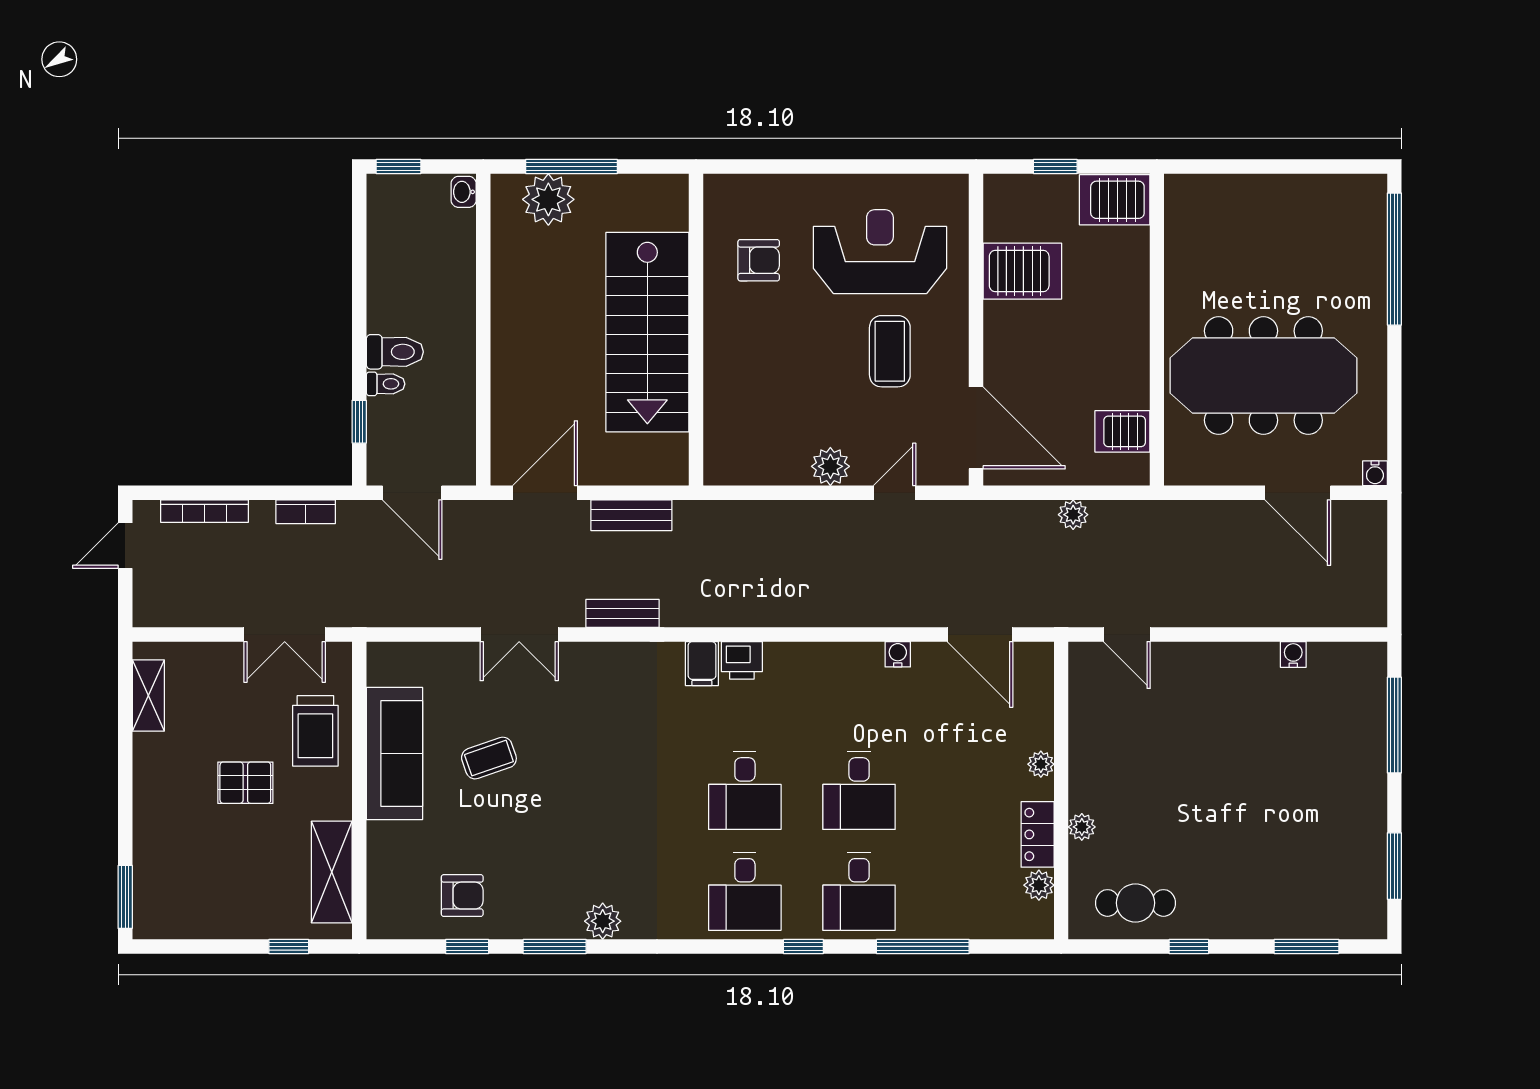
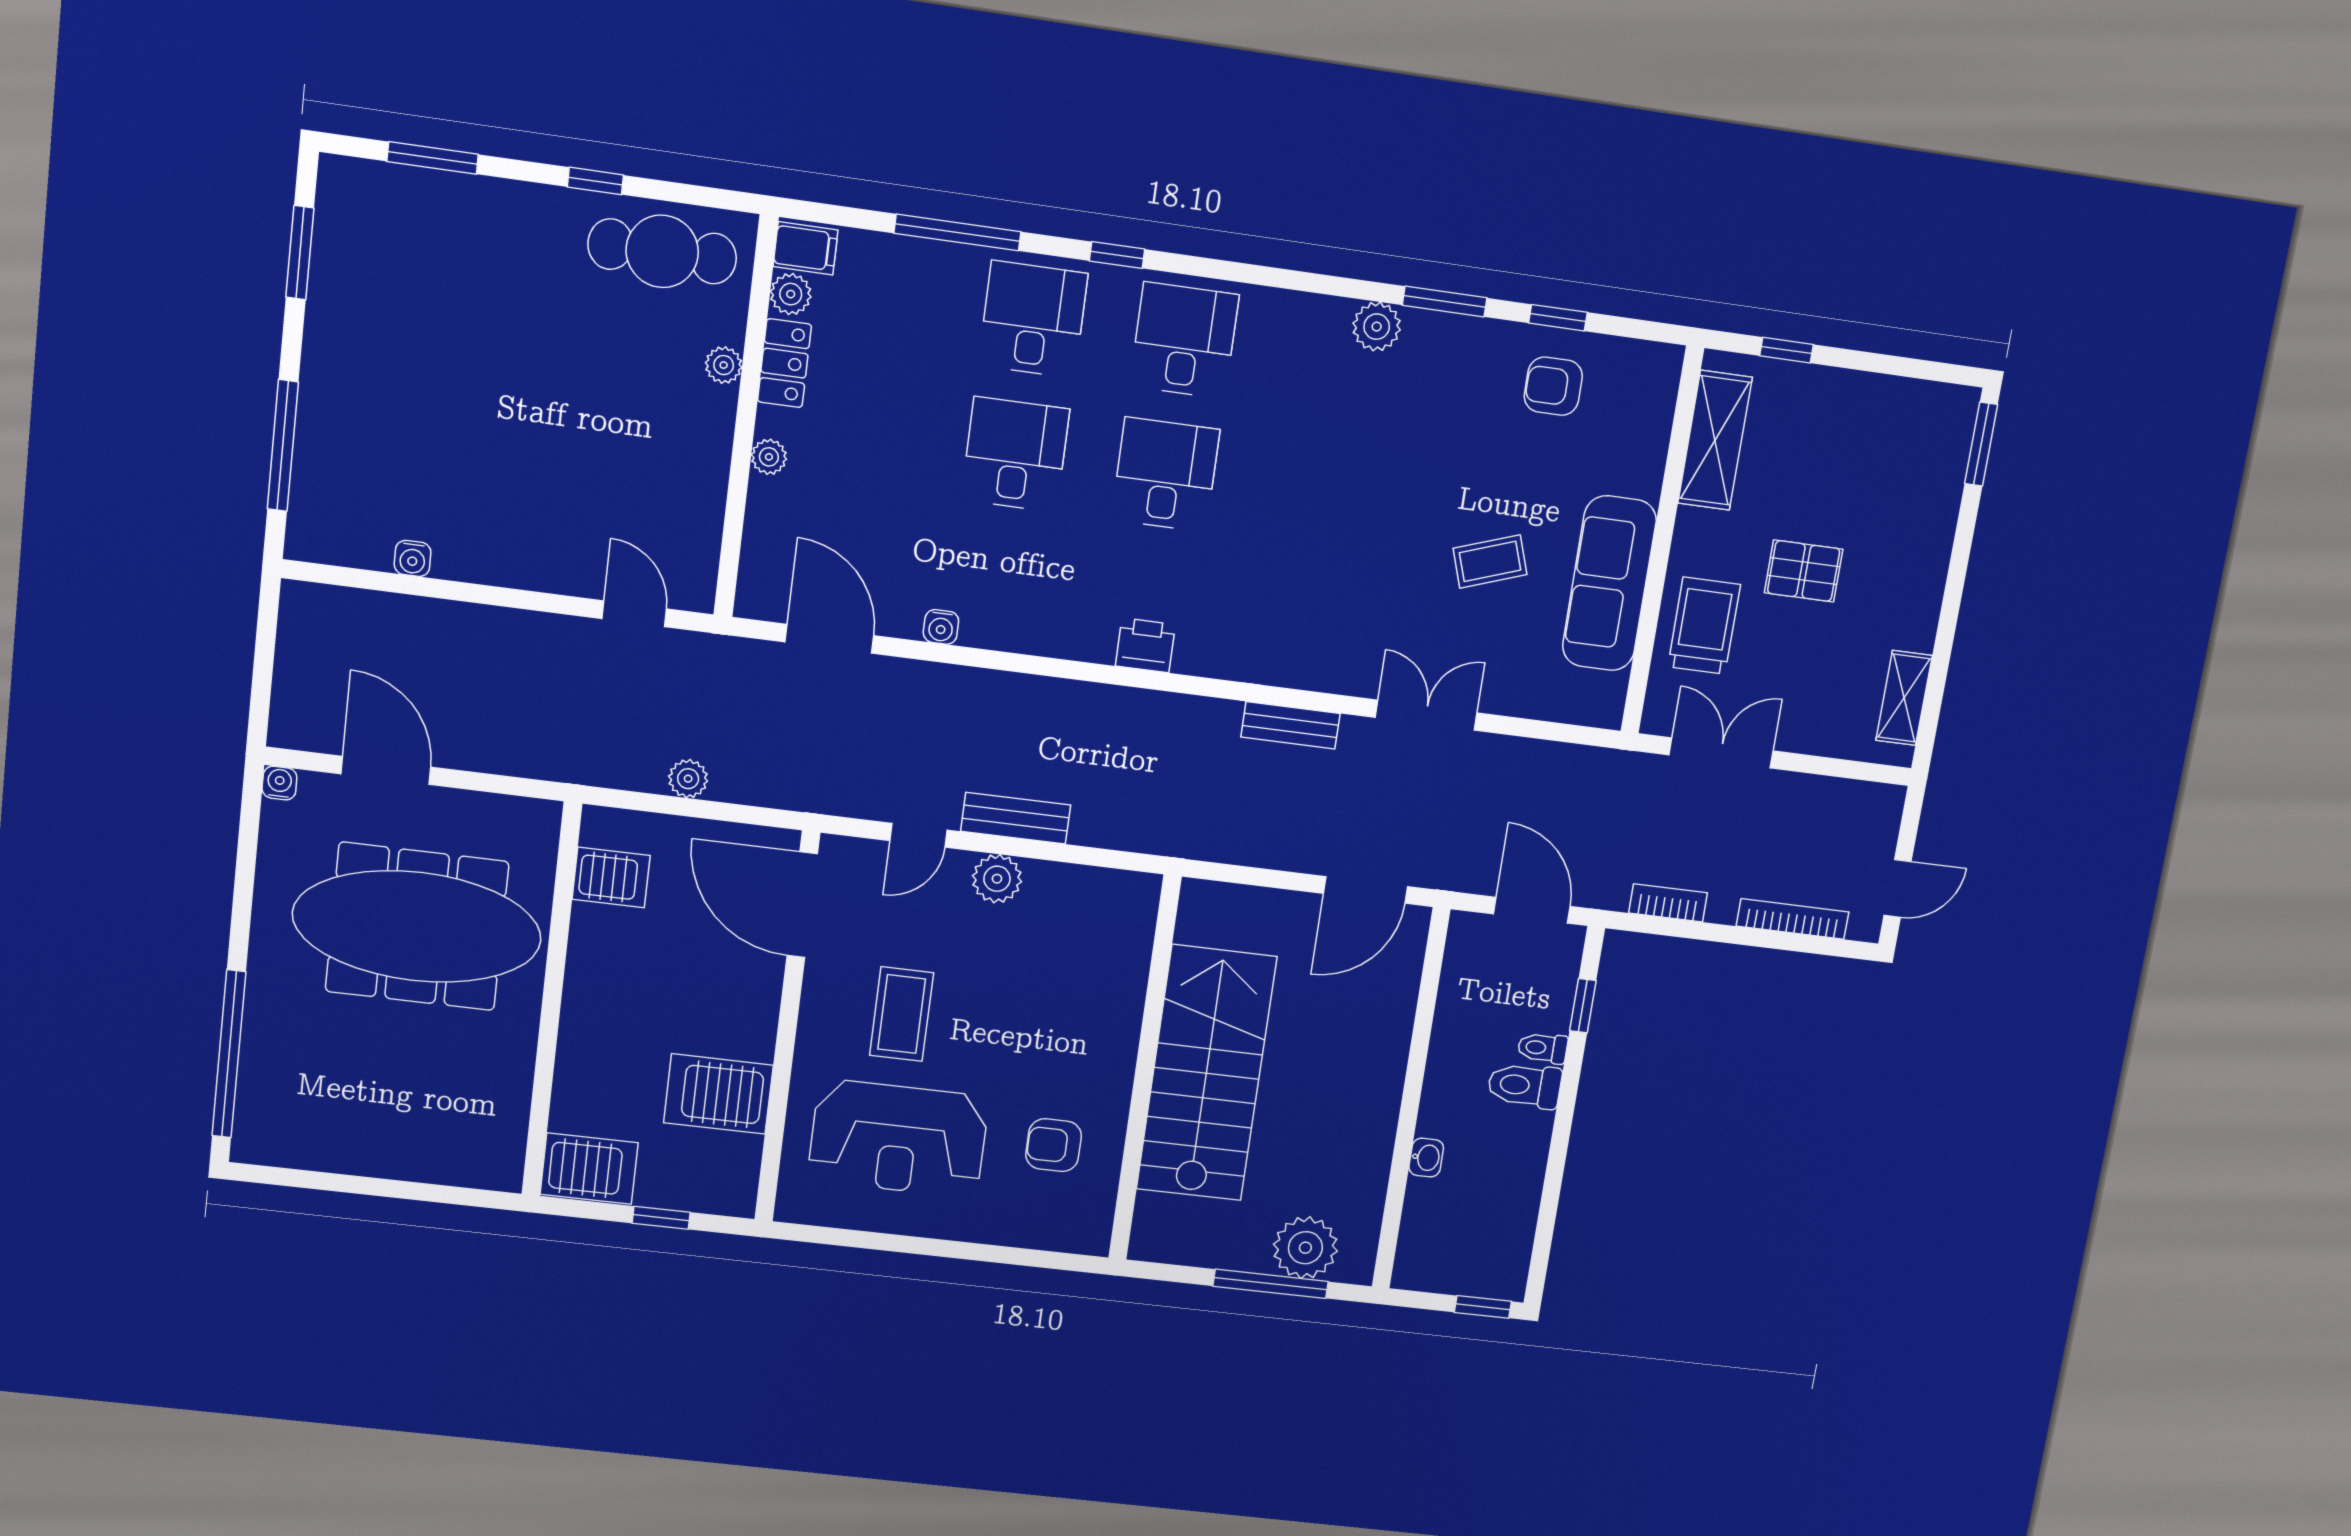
washbasin: (464, 192) -> (1426, 1158), moved
bench: (631, 515) -> (1016, 818), moved
filing cabinet: (702, 664) -> (805, 248), moved, turned 90
cafe table: (1135, 903) -> (662, 251), width x1.37, depth x1.35

